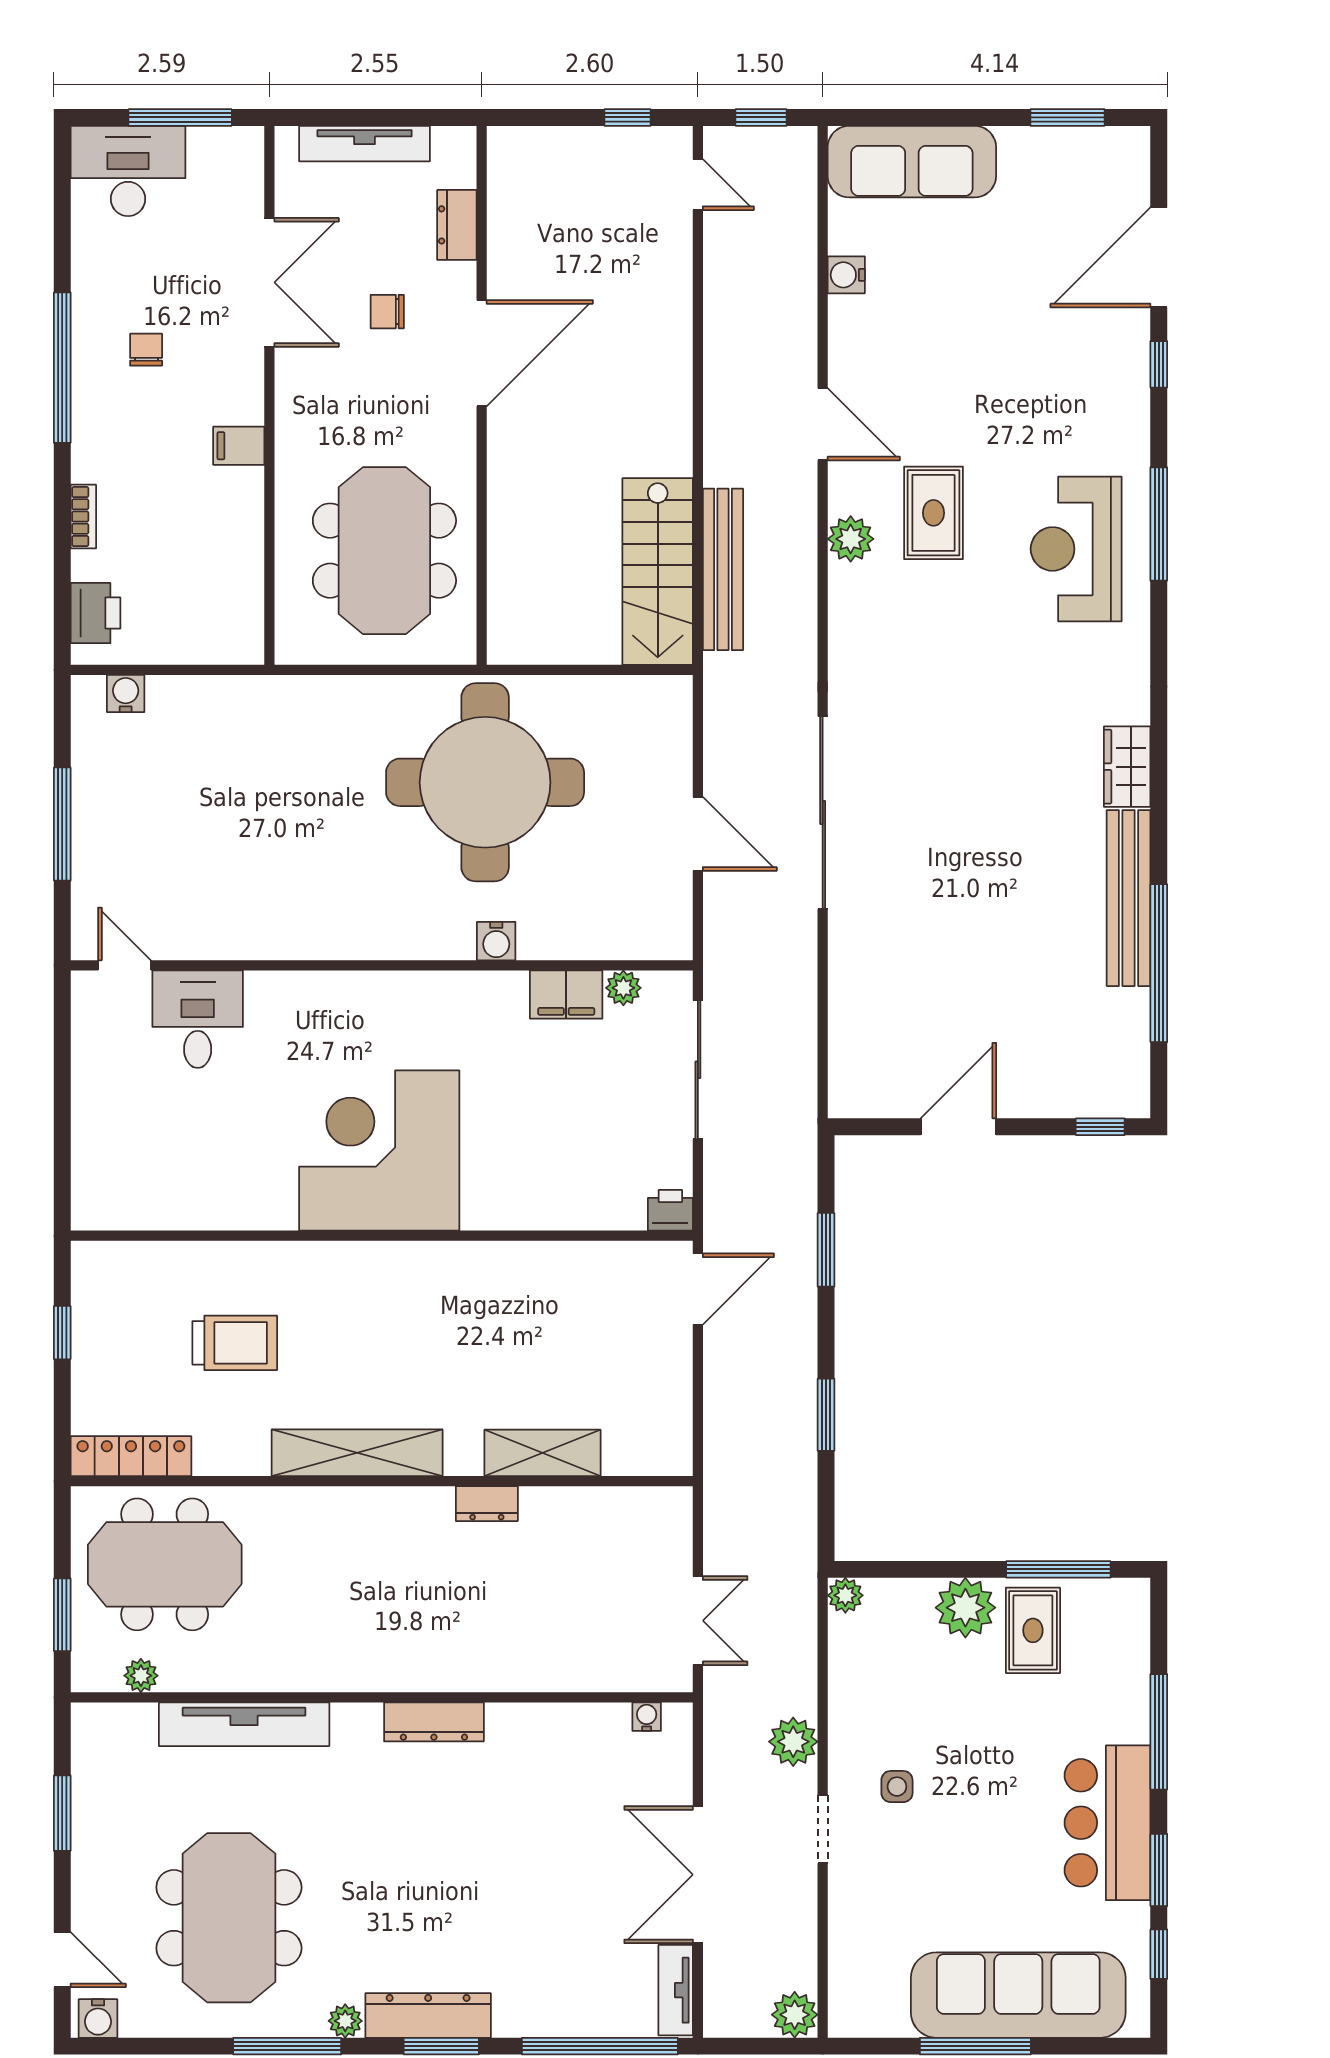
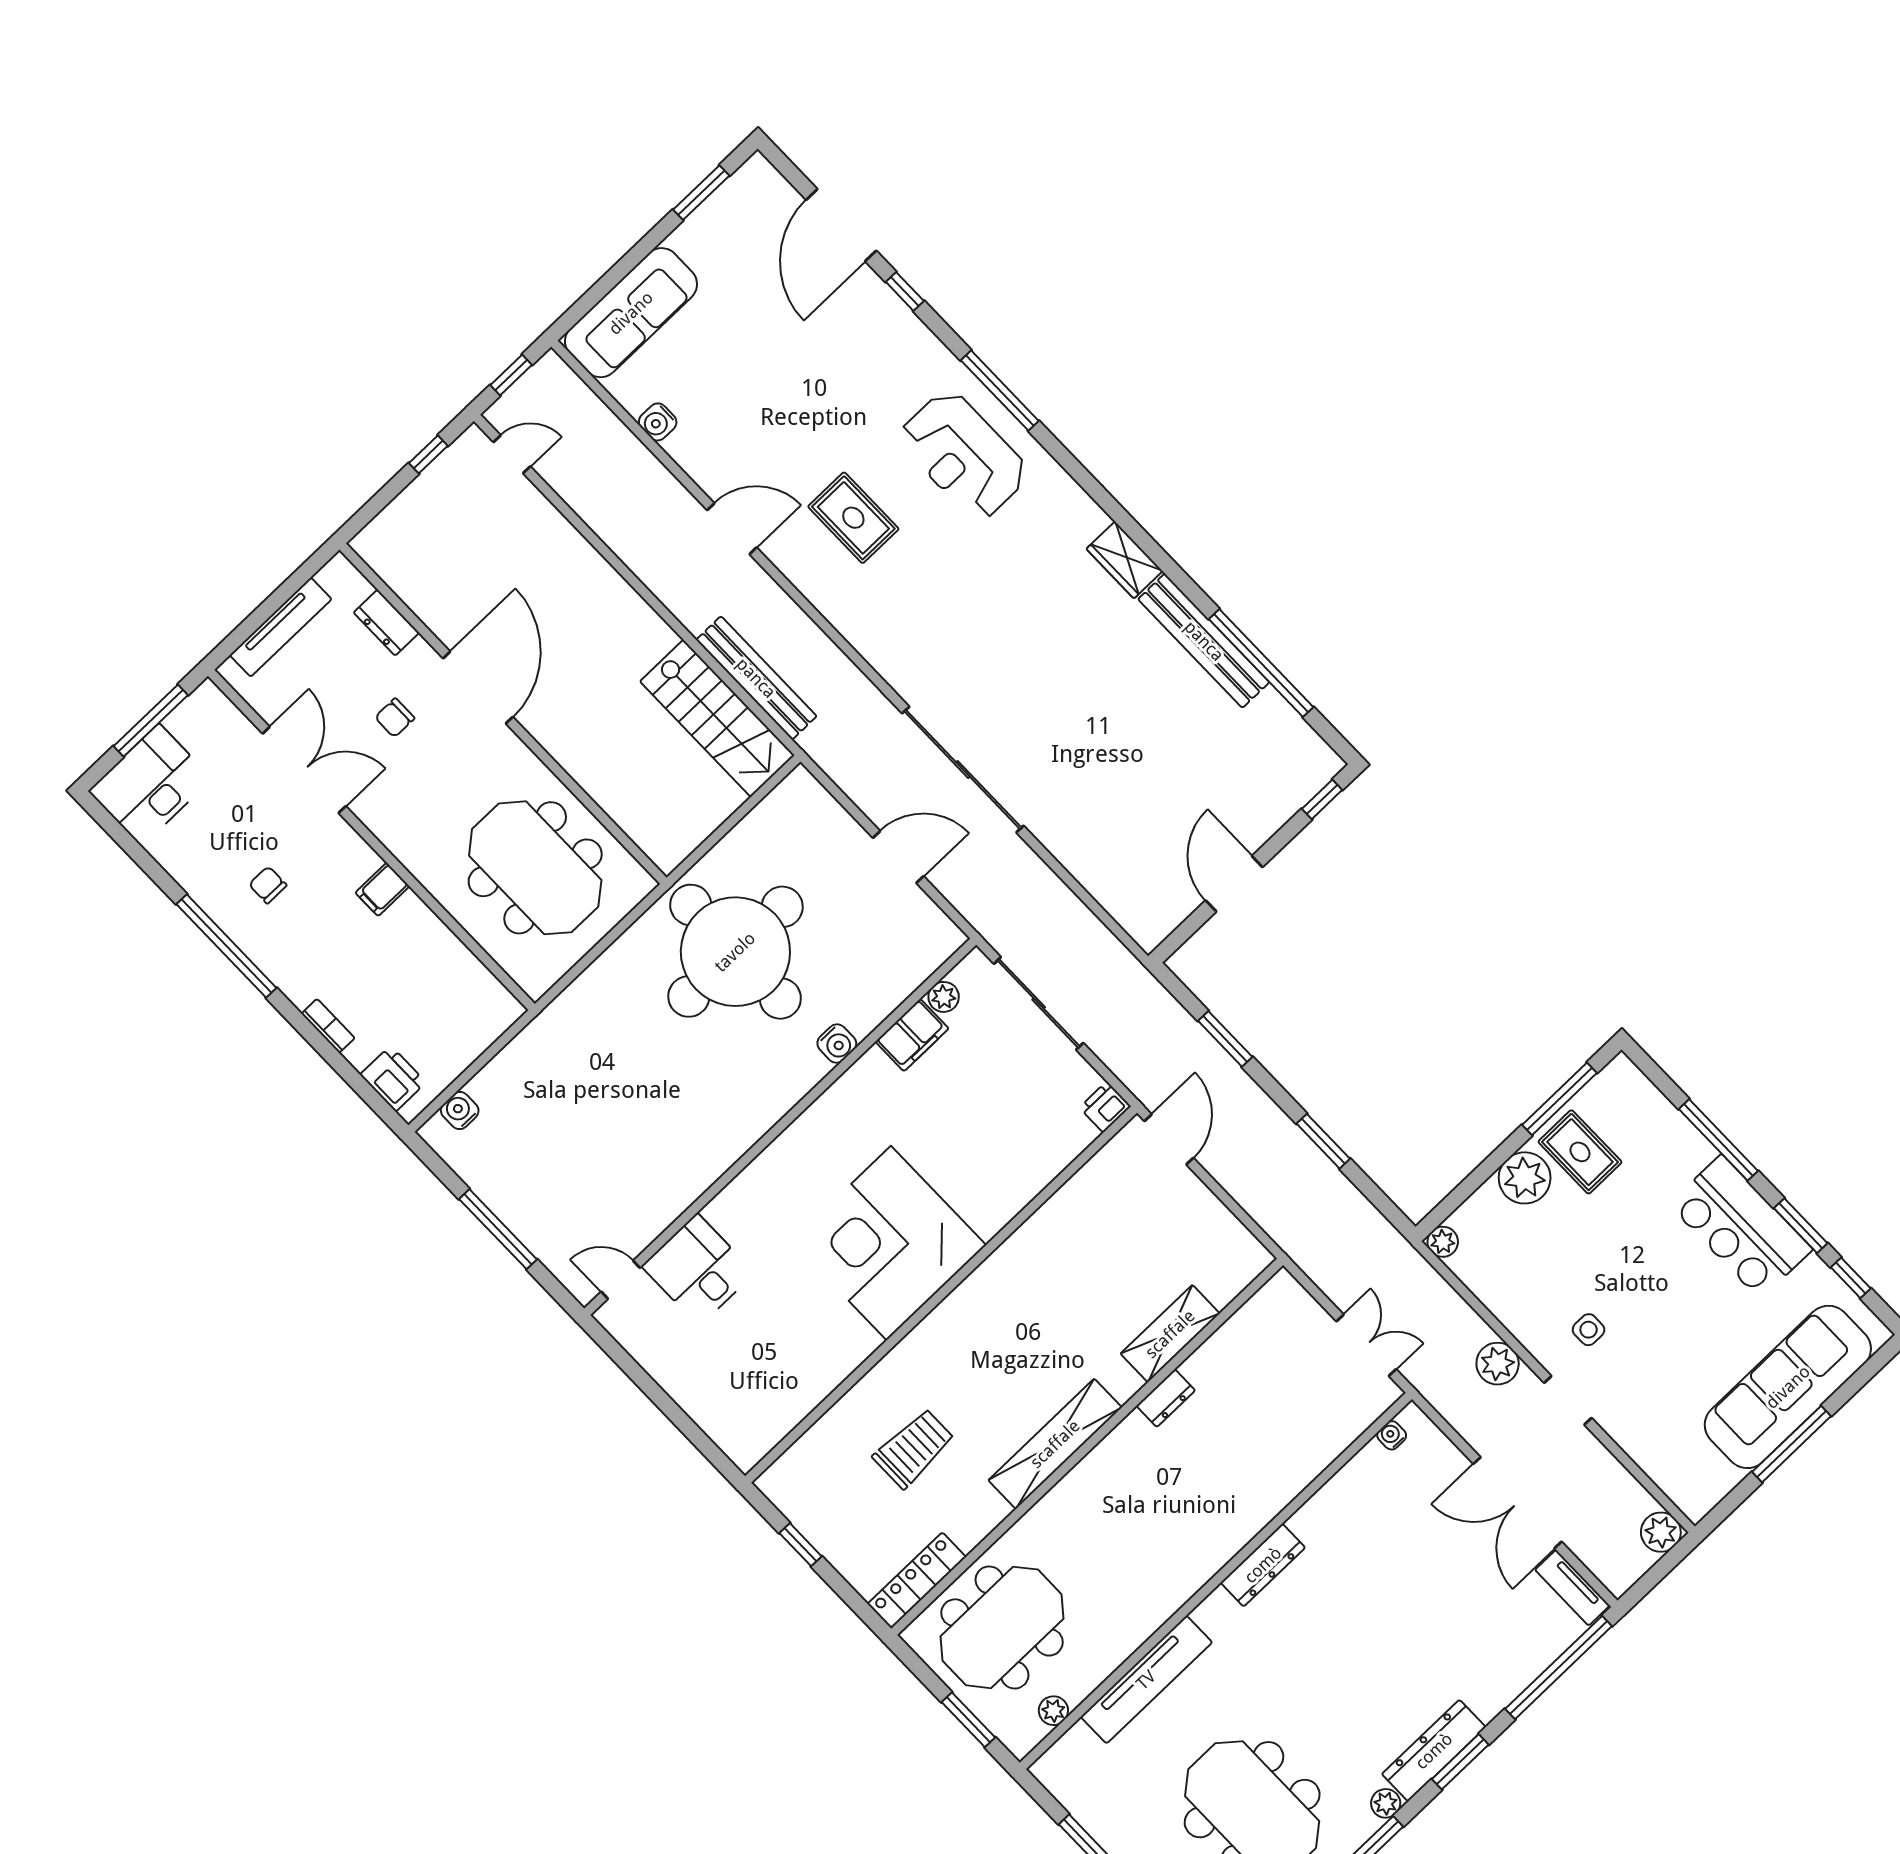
plant: (851, 539) -> (817, 583), removed

